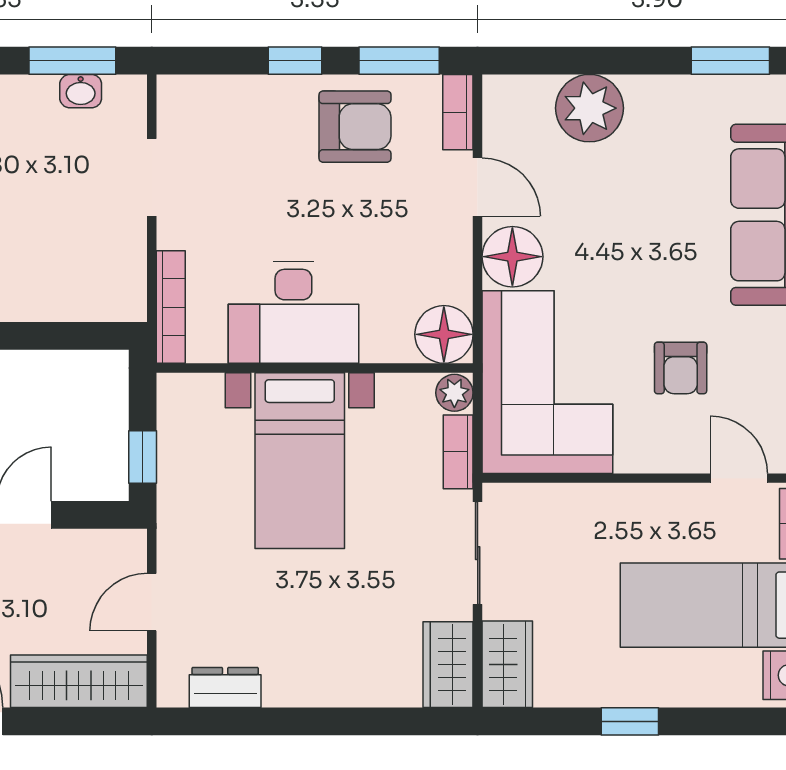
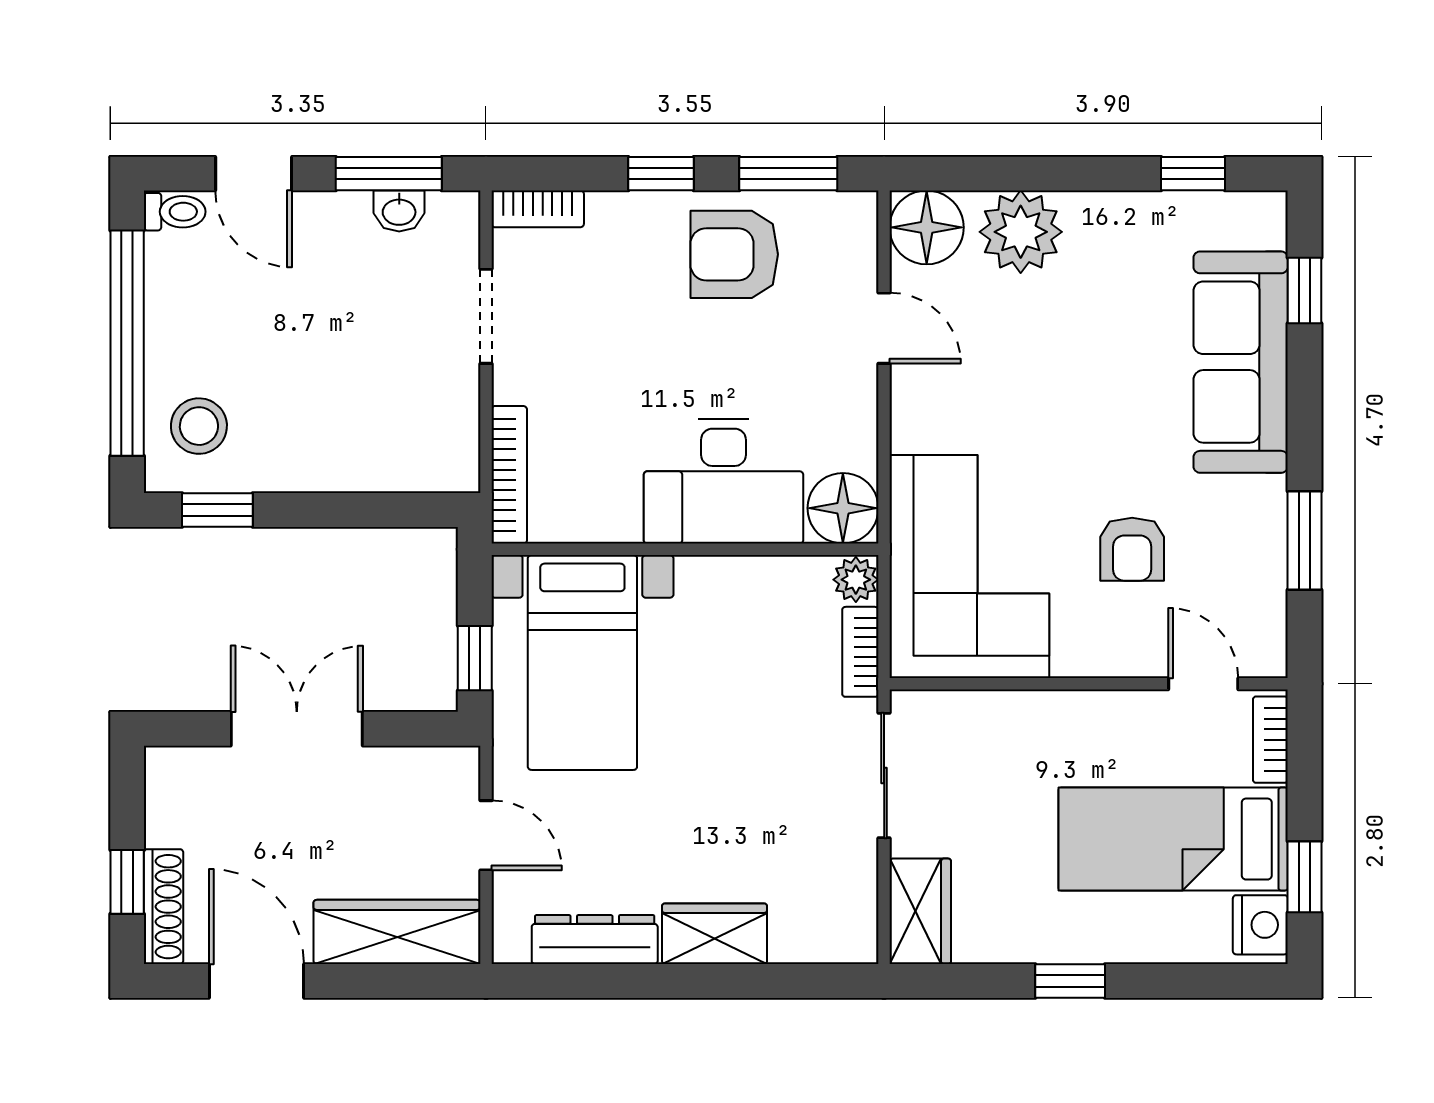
window: (730, 61) -> (1193, 174), width x0.67
bookcase: (458, 112) -> (538, 209), moved, turned -90
armchair: (355, 127) -> (734, 254), turned 180
floor lamp: (512, 257) -> (927, 227), moved
desk: (293, 312) -> (723, 481), moved
bed with nightstands: (300, 461) -> (582, 662), moved
door: (152, 602) -> (486, 835), swing flipped
wardrobe: (448, 665) -> (715, 934), moved, turned 90
dresser: (225, 687) -> (595, 940), width x1.44

